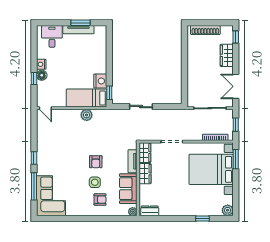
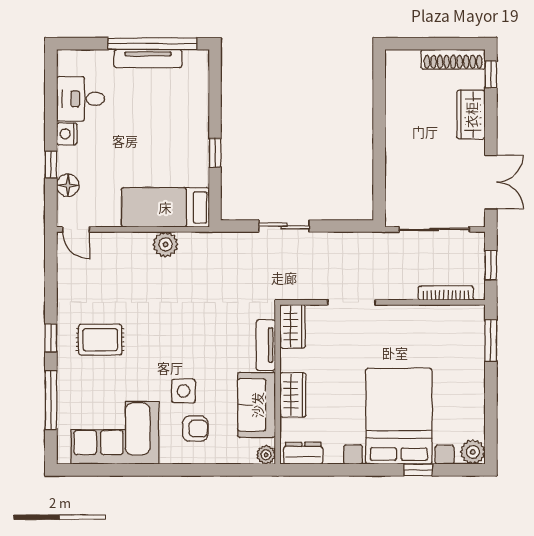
window: (80, 23) -> (152, 44), width x2.11
shoe rack: (205, 30) -> (453, 59), moved
desk: (52, 36) -> (81, 99), moved, turned -90
floor lamp: (42, 75) -> (68, 185), moved
nightstand: (100, 81) -> (195, 170), removed
double door: (236, 86) -> (491, 182), swing flipped
window: (109, 93) -> (215, 153), moved
rug: (57, 159) -> (100, 340), added
armchair: (96, 162) -> (186, 346), removed
bed with nightstands: (211, 169) -> (399, 416), moved, turned 90
wardrobe: (145, 174) -> (293, 395), moved
corner sofa: (51, 196) -> (115, 433), moved, turned -90

